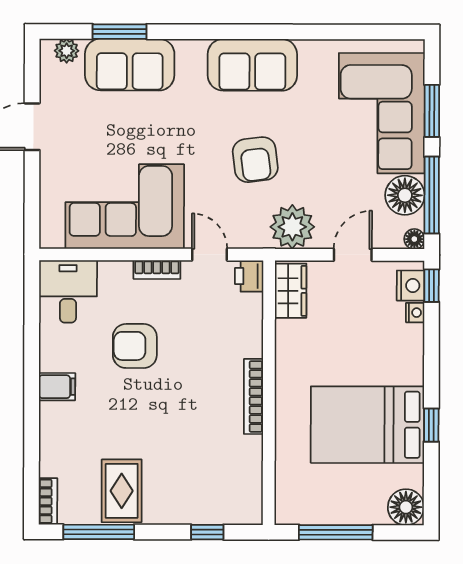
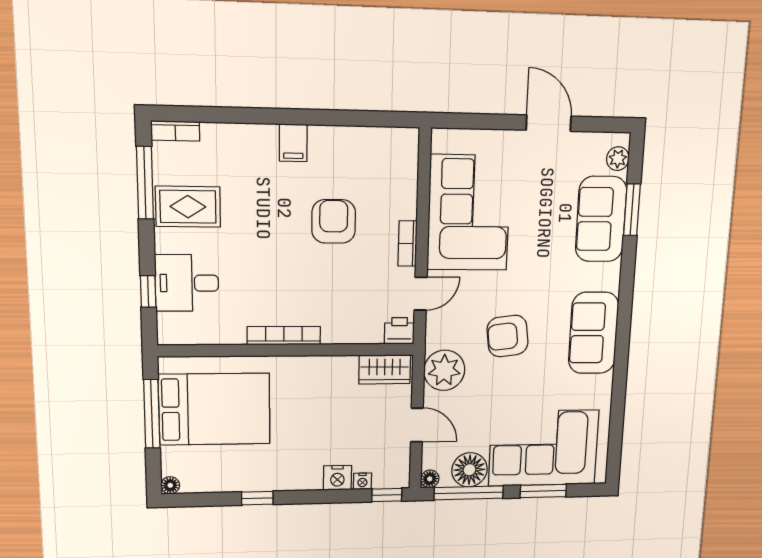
nightstand: (411, 286) -> (337, 478), moved
desk: (68, 291) -> (187, 283), moved, turned 180
bed: (367, 425) -> (214, 409), moved, turned 90
floor lamp: (406, 507) -> (170, 485), width x0.53, depth x0.53

